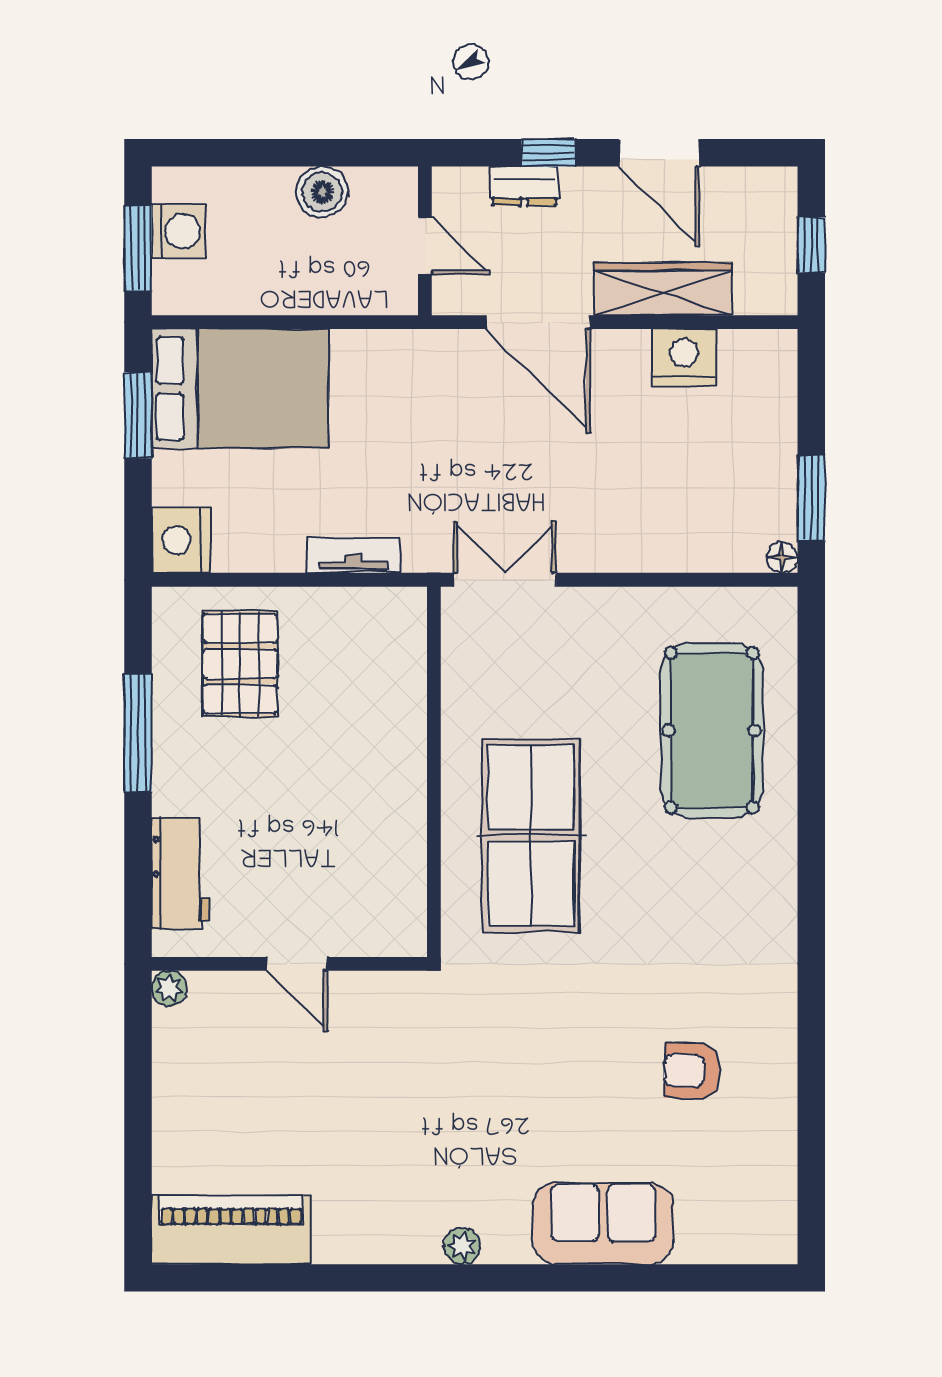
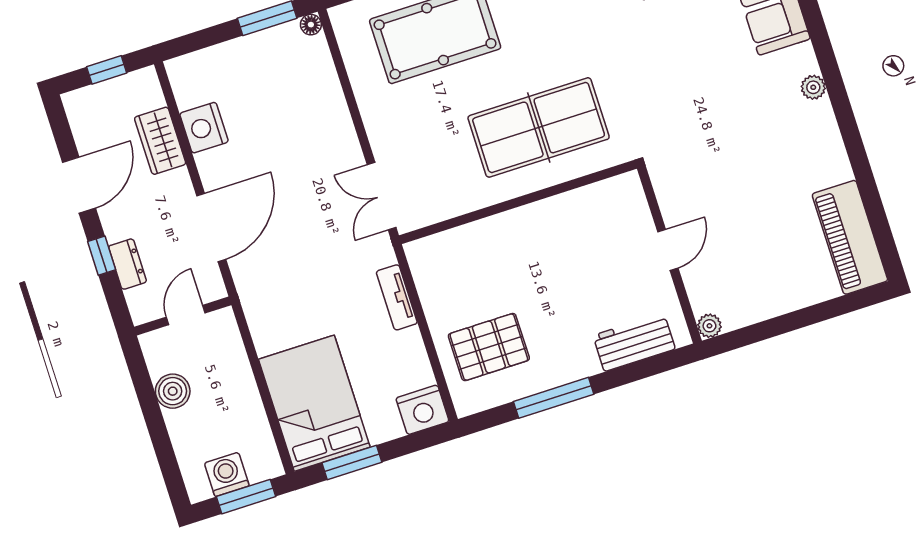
wardrobe: (663, 289) -> (160, 141), width x0.67

